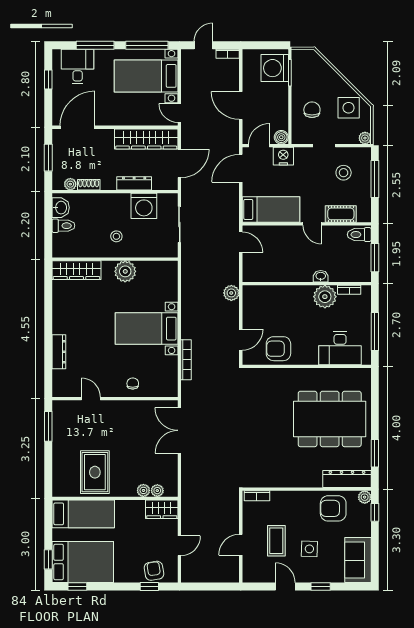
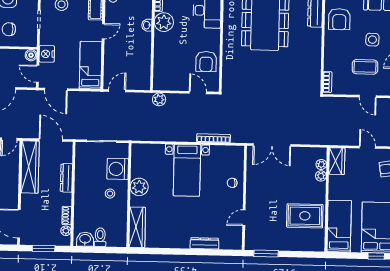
washing machine: (144, 206) -> (118, 169), moved, turned 180

